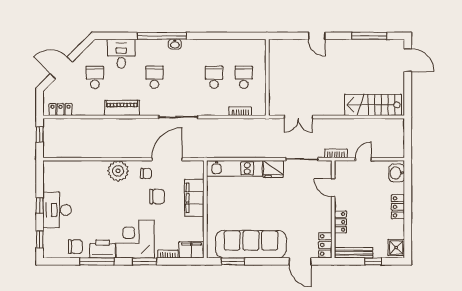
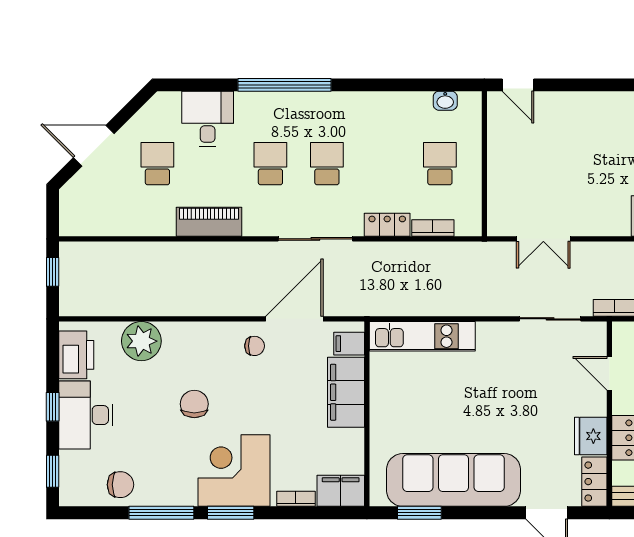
door: (317, 36) -> (518, 85), moved
washbasin: (175, 44) -> (445, 101), moved
school desk: (214, 77) -> (327, 164), moved
locker: (61, 110) -> (387, 225), moved
fridge: (273, 169) -> (591, 436), moved, turned 90
plant: (118, 171) -> (141, 341), moved
filing cabinet: (196, 172) -> (349, 344), added
chair: (157, 196) -> (194, 404), moved, turned -90
printer: (103, 249) -> (76, 355), moved, turned 90
window: (145, 261) -> (231, 513), moved

